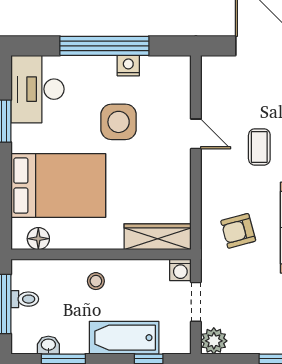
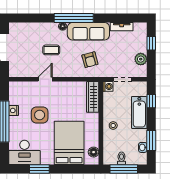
plant: (214, 341) -> (141, 59), moved

